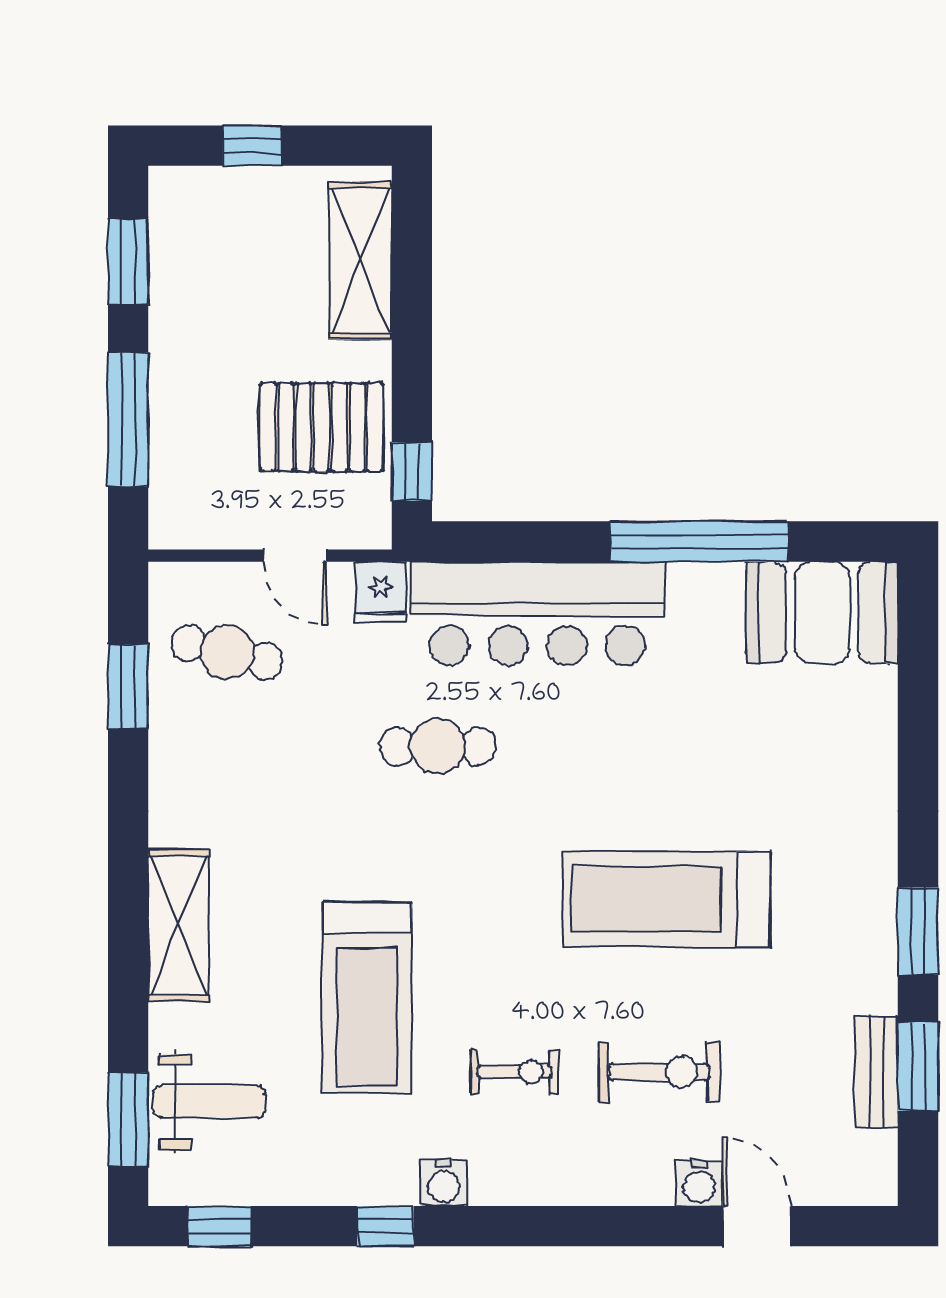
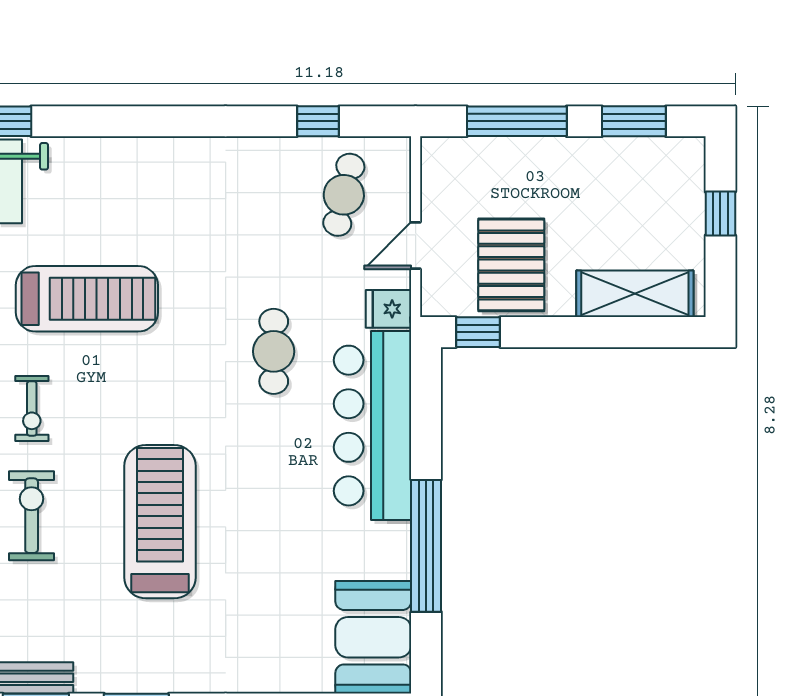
window: (128, 687) -> (318, 121), width x0.67
shelving: (179, 925) -> (141, 159), removed
treadmill: (367, 998) -> (87, 299), turned 180
exercise bike: (659, 1072) -> (32, 516), turned 180

